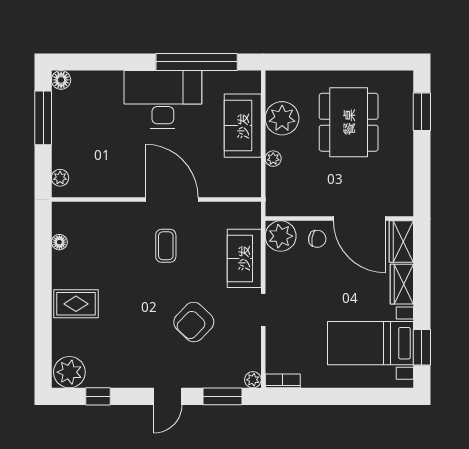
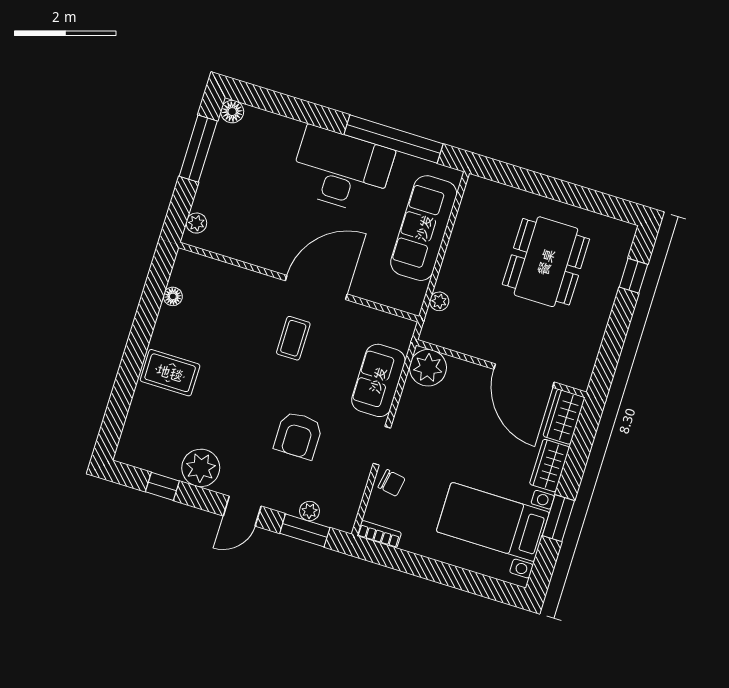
window: (422, 112) -> (633, 276), width x0.67
plant: (282, 118) -> (471, 234), removed
sofa: (243, 126) -> (424, 228), width x1.36
plant: (273, 159) -> (439, 301), moved
door: (172, 200) -> (316, 287), hinge flipped
chair: (317, 239) -> (392, 483), moved
armchair: (194, 322) -> (298, 435), turned -44
window: (422, 347) -> (558, 518), moved
plant: (69, 372) -> (201, 468), moved
plant: (253, 380) -> (309, 511), moved

